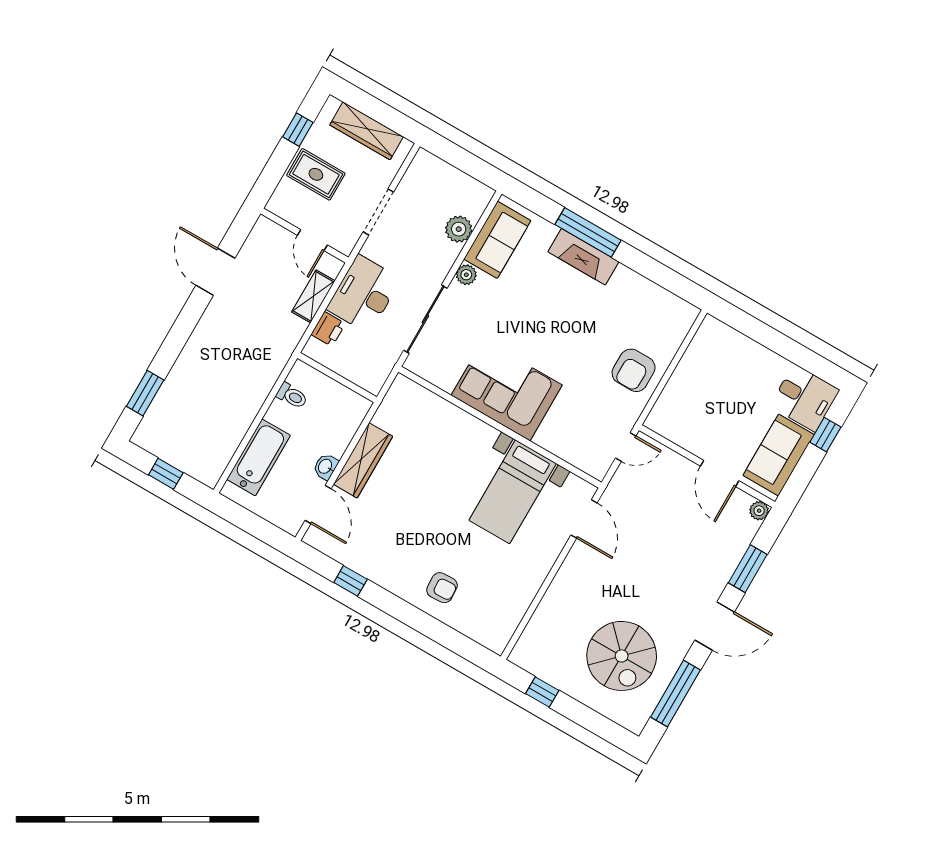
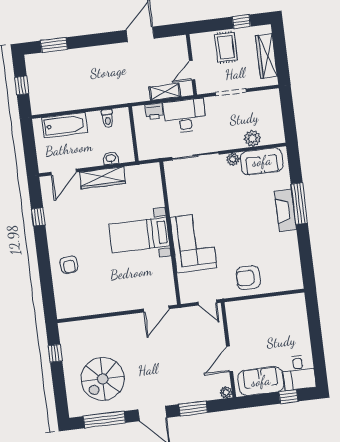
corner sofa: (507, 390) -> (193, 243), moved
washbasin: (326, 467) -> (111, 158), moved
bed with nightstands: (513, 492) -> (139, 235), moved

